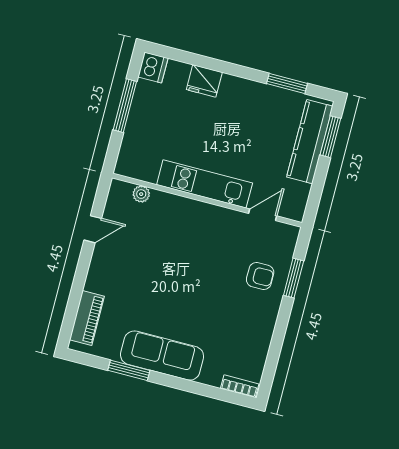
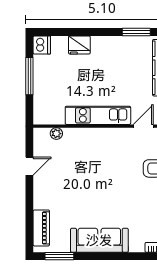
window: (129, 370) -> (59, 256), moved

